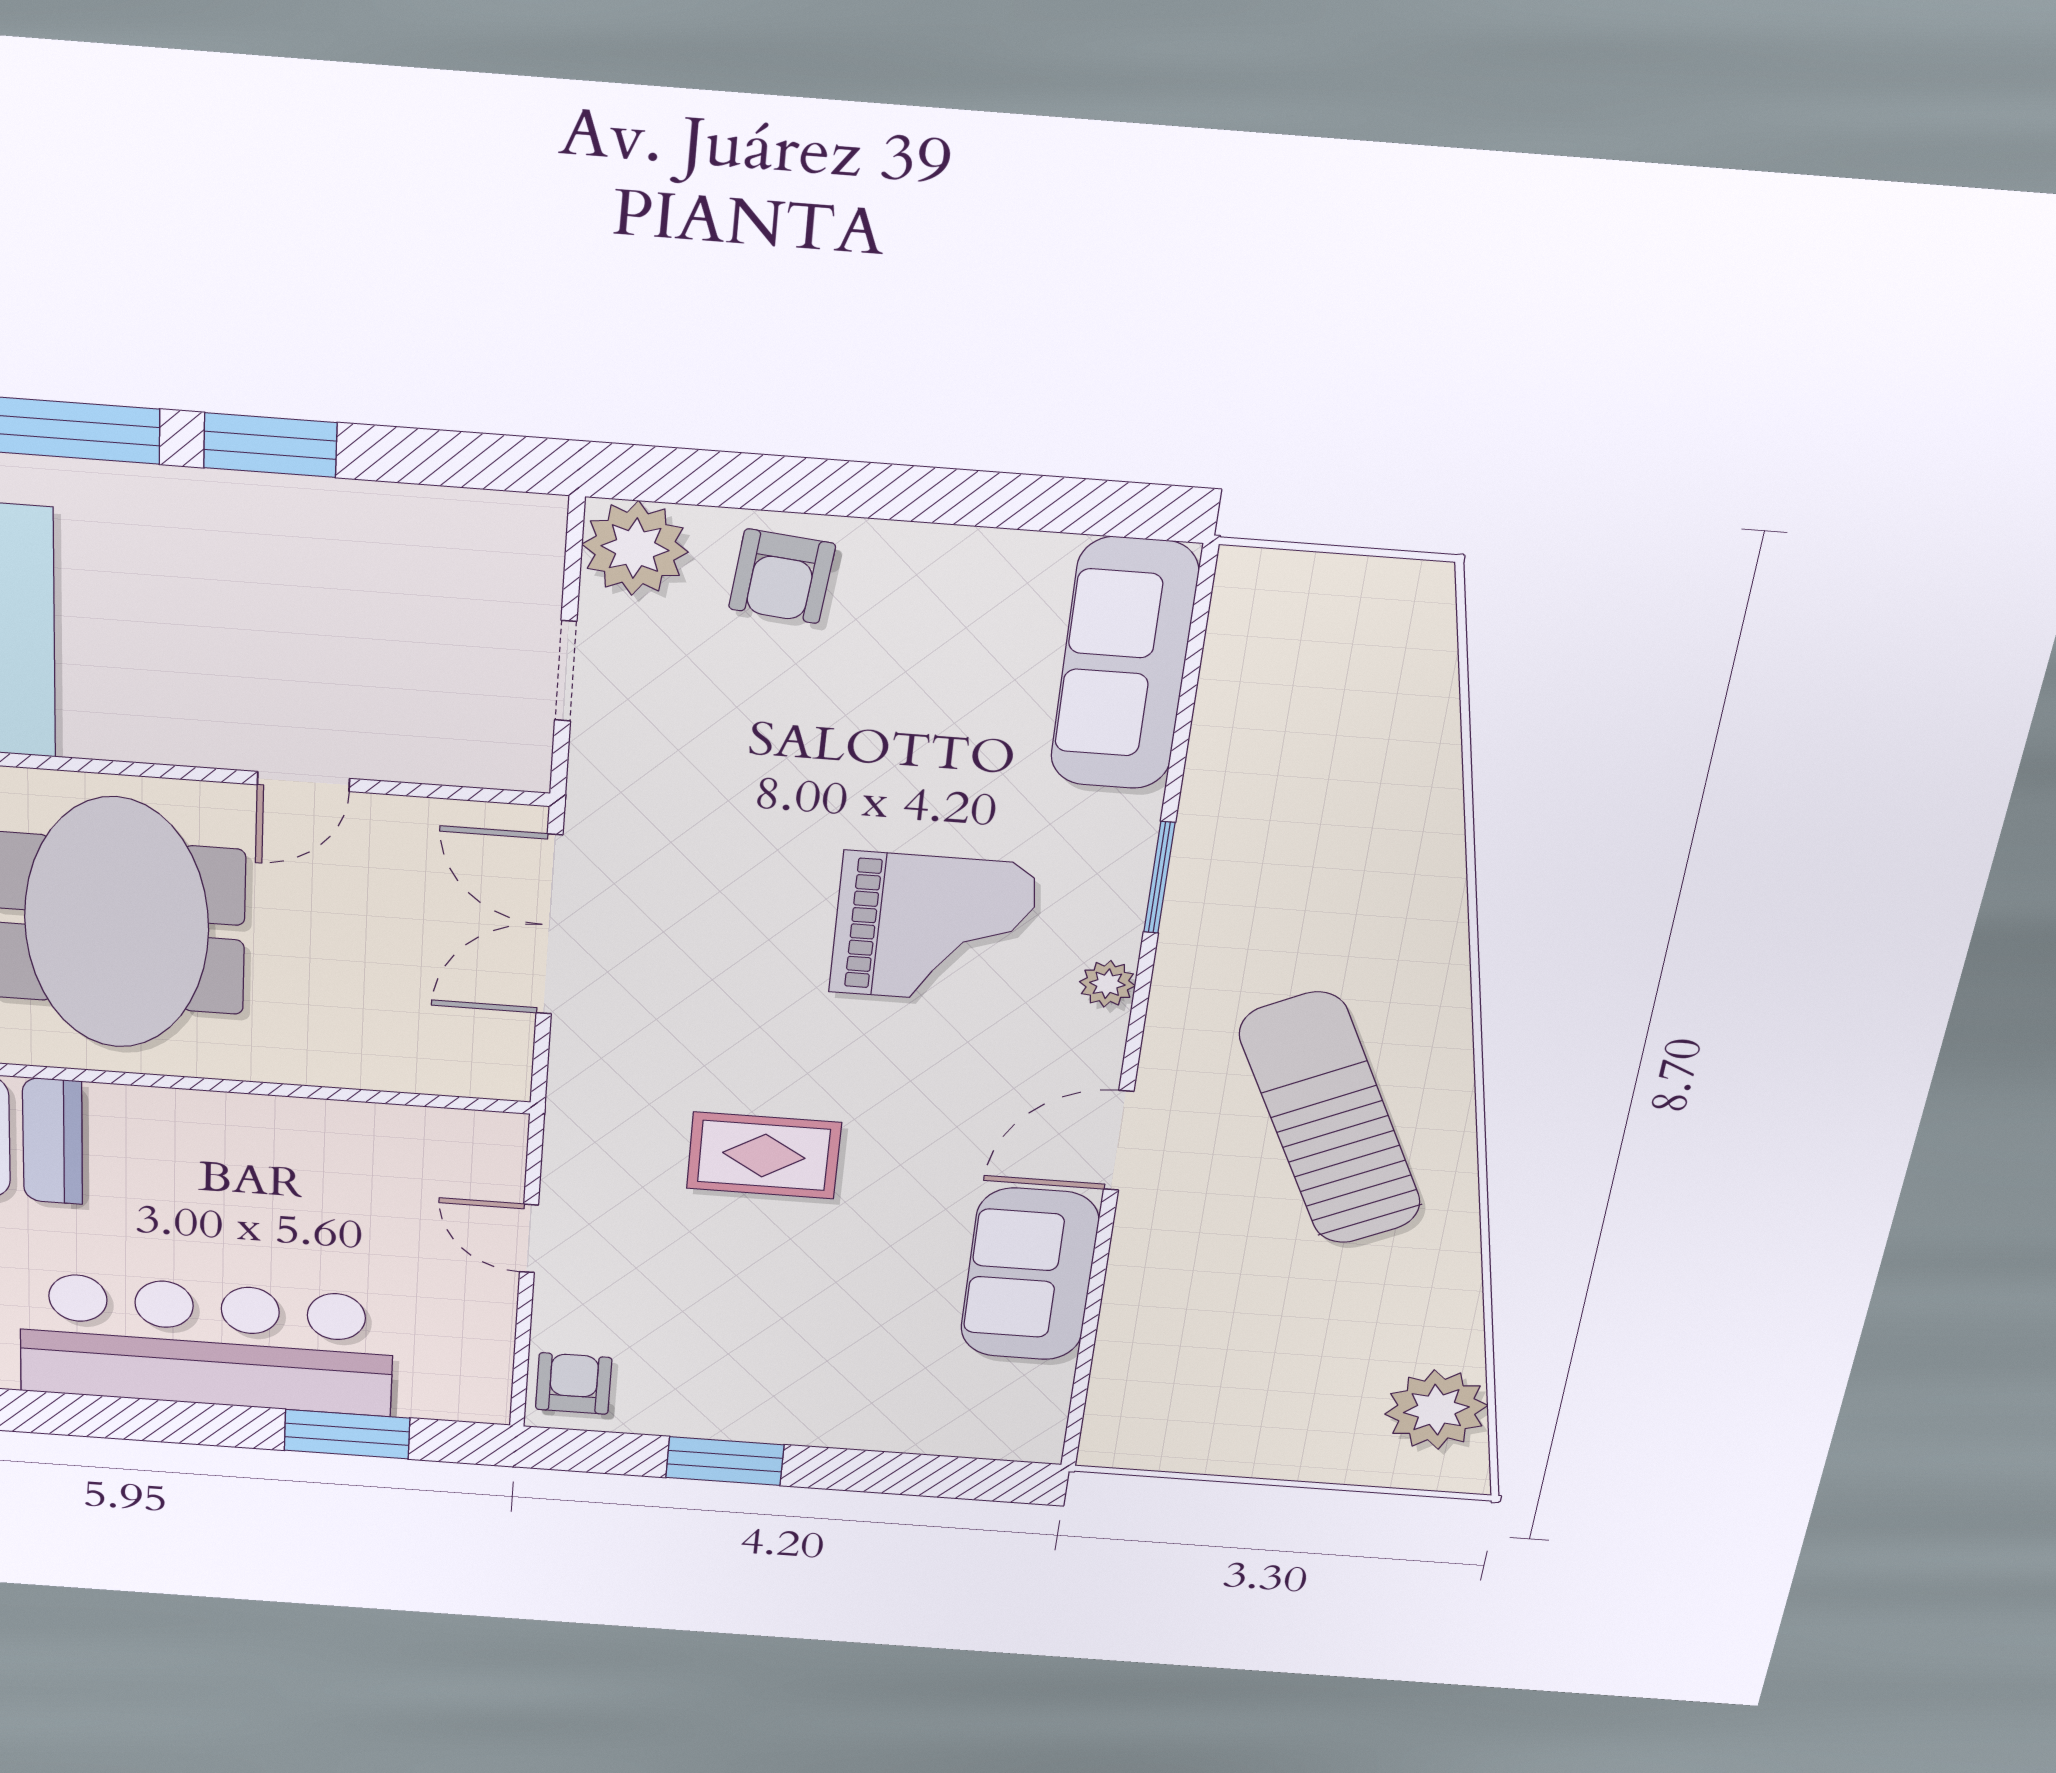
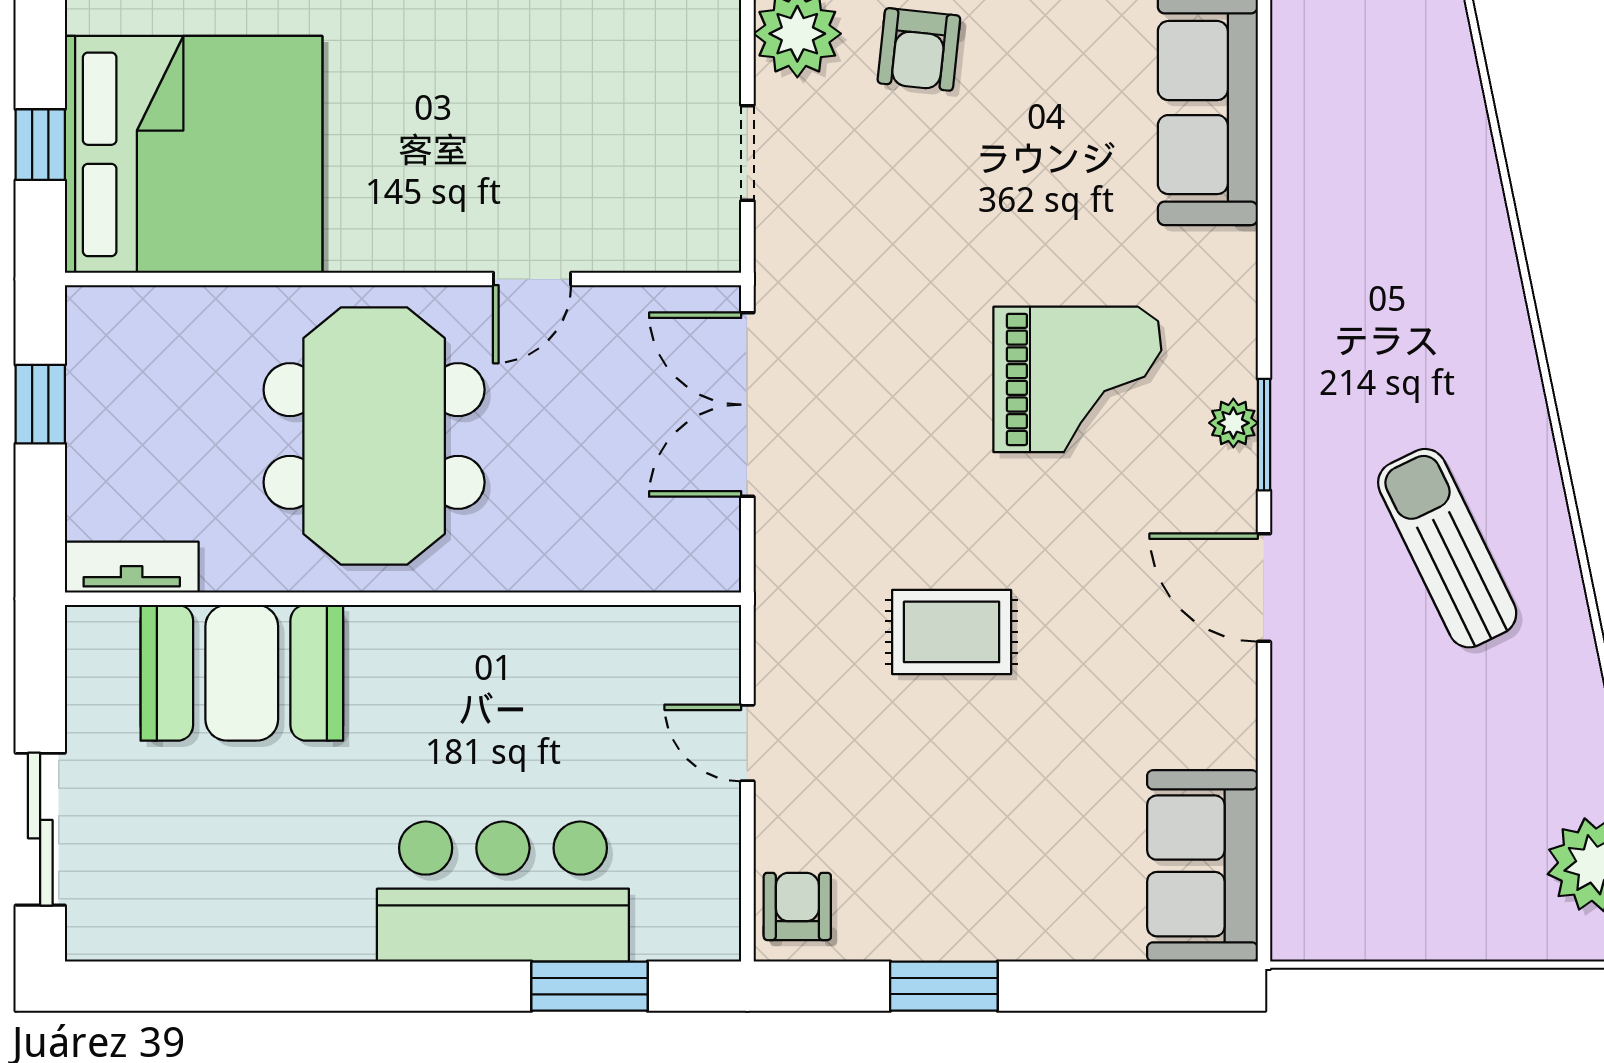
window: (1159, 878) -> (1264, 435), moved
sun lounger: (1331, 1119) -> (1447, 548), width x0.73, depth x0.75
door: (1119, 1140) -> (1264, 588), hinge flipped
sofa: (1030, 1275) -> (1202, 866), moved
bar counter: (207, 1345) -> (503, 891), width x0.73

